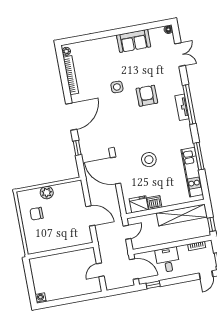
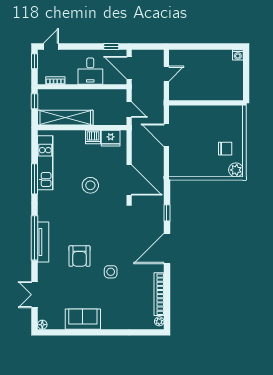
tv unit: (182, 107) -> (43, 242), width x1.41
plant: (47, 192) -> (236, 170), moved
door: (127, 232) -> (129, 110), swing flipped

